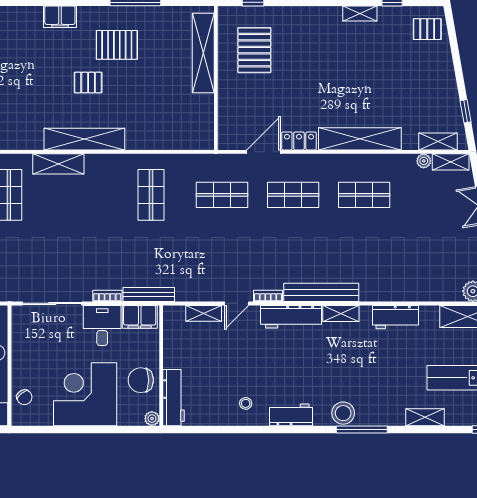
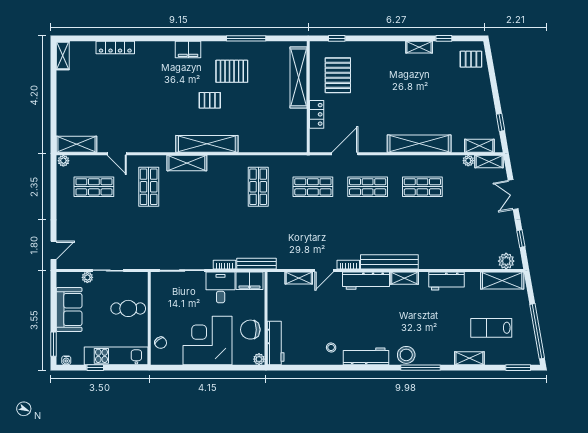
locker: (299, 141) -> (317, 114), moved, turned 90
workbench: (291, 415) -> (366, 356), width x1.38

